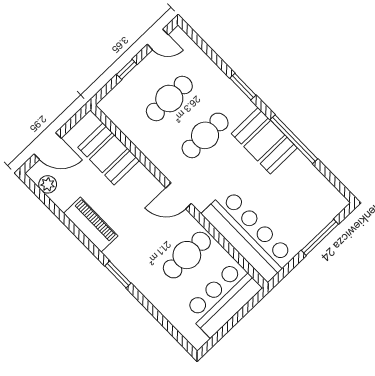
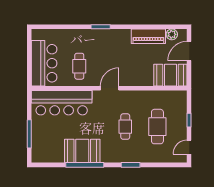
cafe table: (205, 135) -> (125, 127), width x0.73, depth x0.74
booth: (264, 141) -> (82, 151), moved
booth: (109, 154) -> (170, 75), moved
piano: (91, 225) -> (148, 36), moved
cafe table: (187, 255) -> (79, 66), width x0.73, depth x0.74

